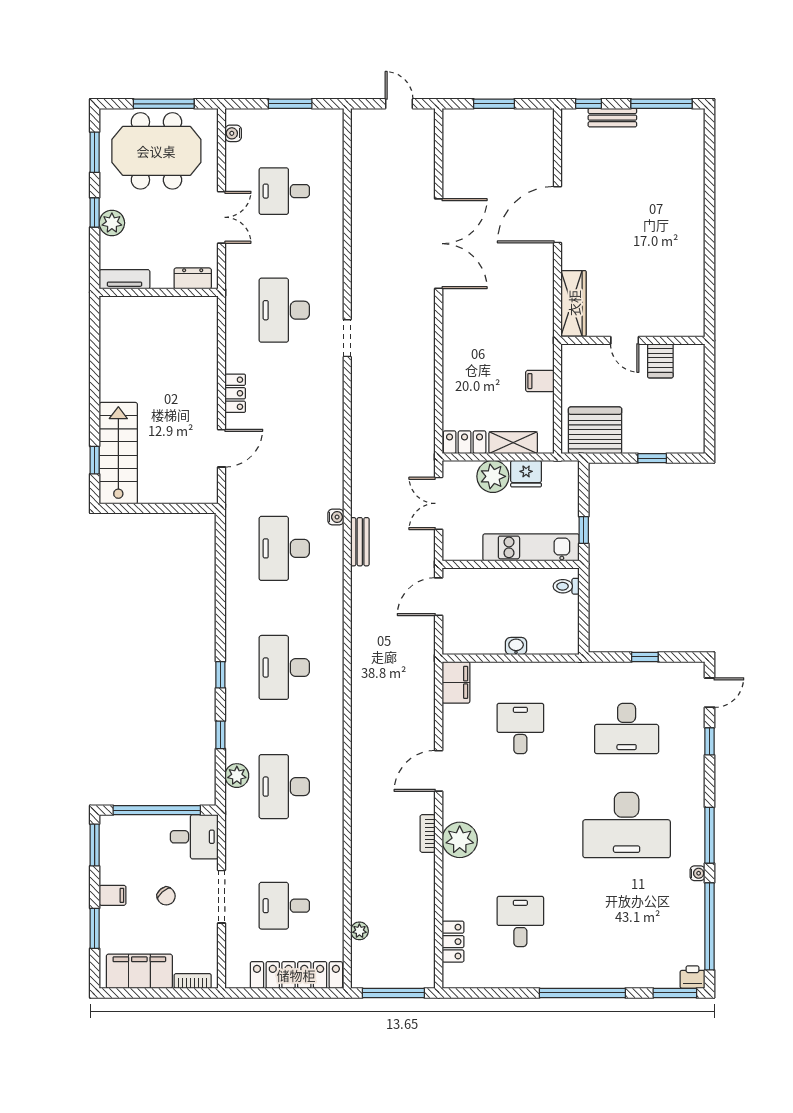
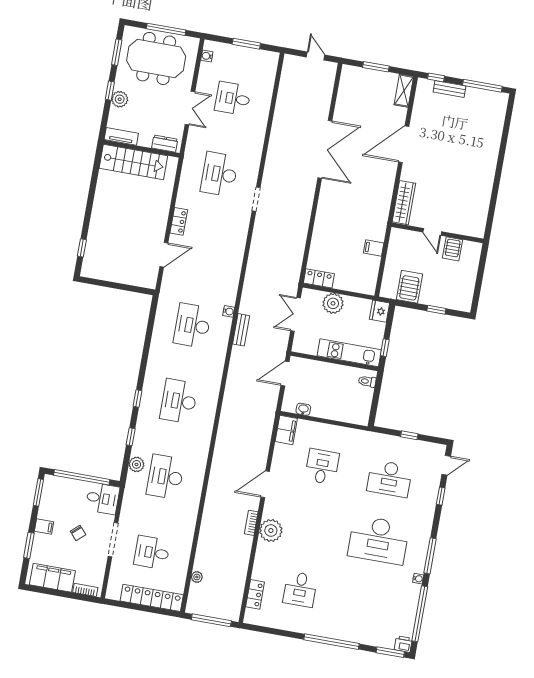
server rack: (595, 430) -> (409, 287), width x0.63
shelving: (513, 443) -> (404, 91), moved, turned 90
stairs: (118, 453) -> (133, 162), moved, turned 90
fridge: (526, 474) -> (380, 311), moved, turned 90
washbasin: (516, 646) -> (303, 409), moved
desk: (520, 921) -> (300, 589), turned 180

